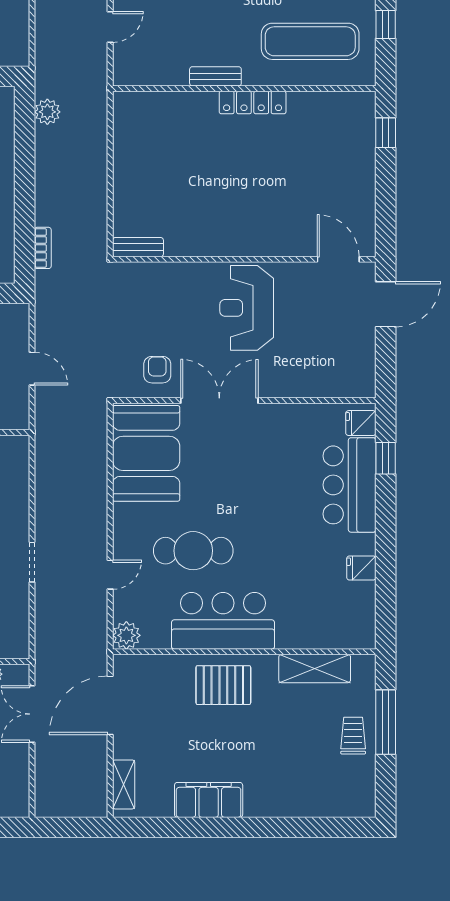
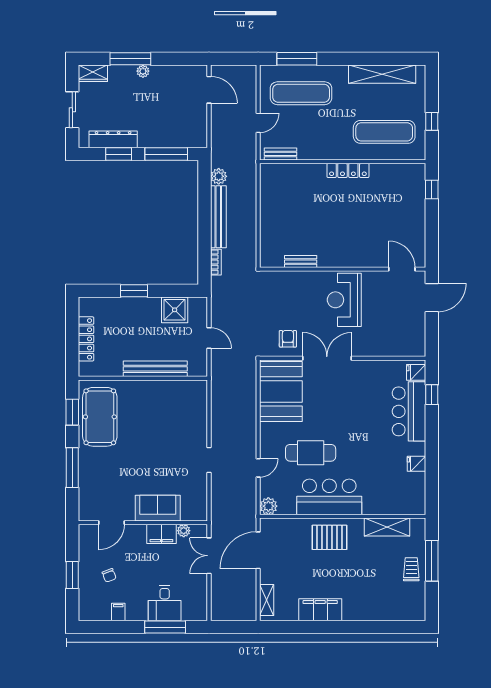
bench: (215, 76) -> (281, 154), moved
bench: (47, 176) -> (218, 217), added
bench: (138, 247) -> (301, 262), moved

